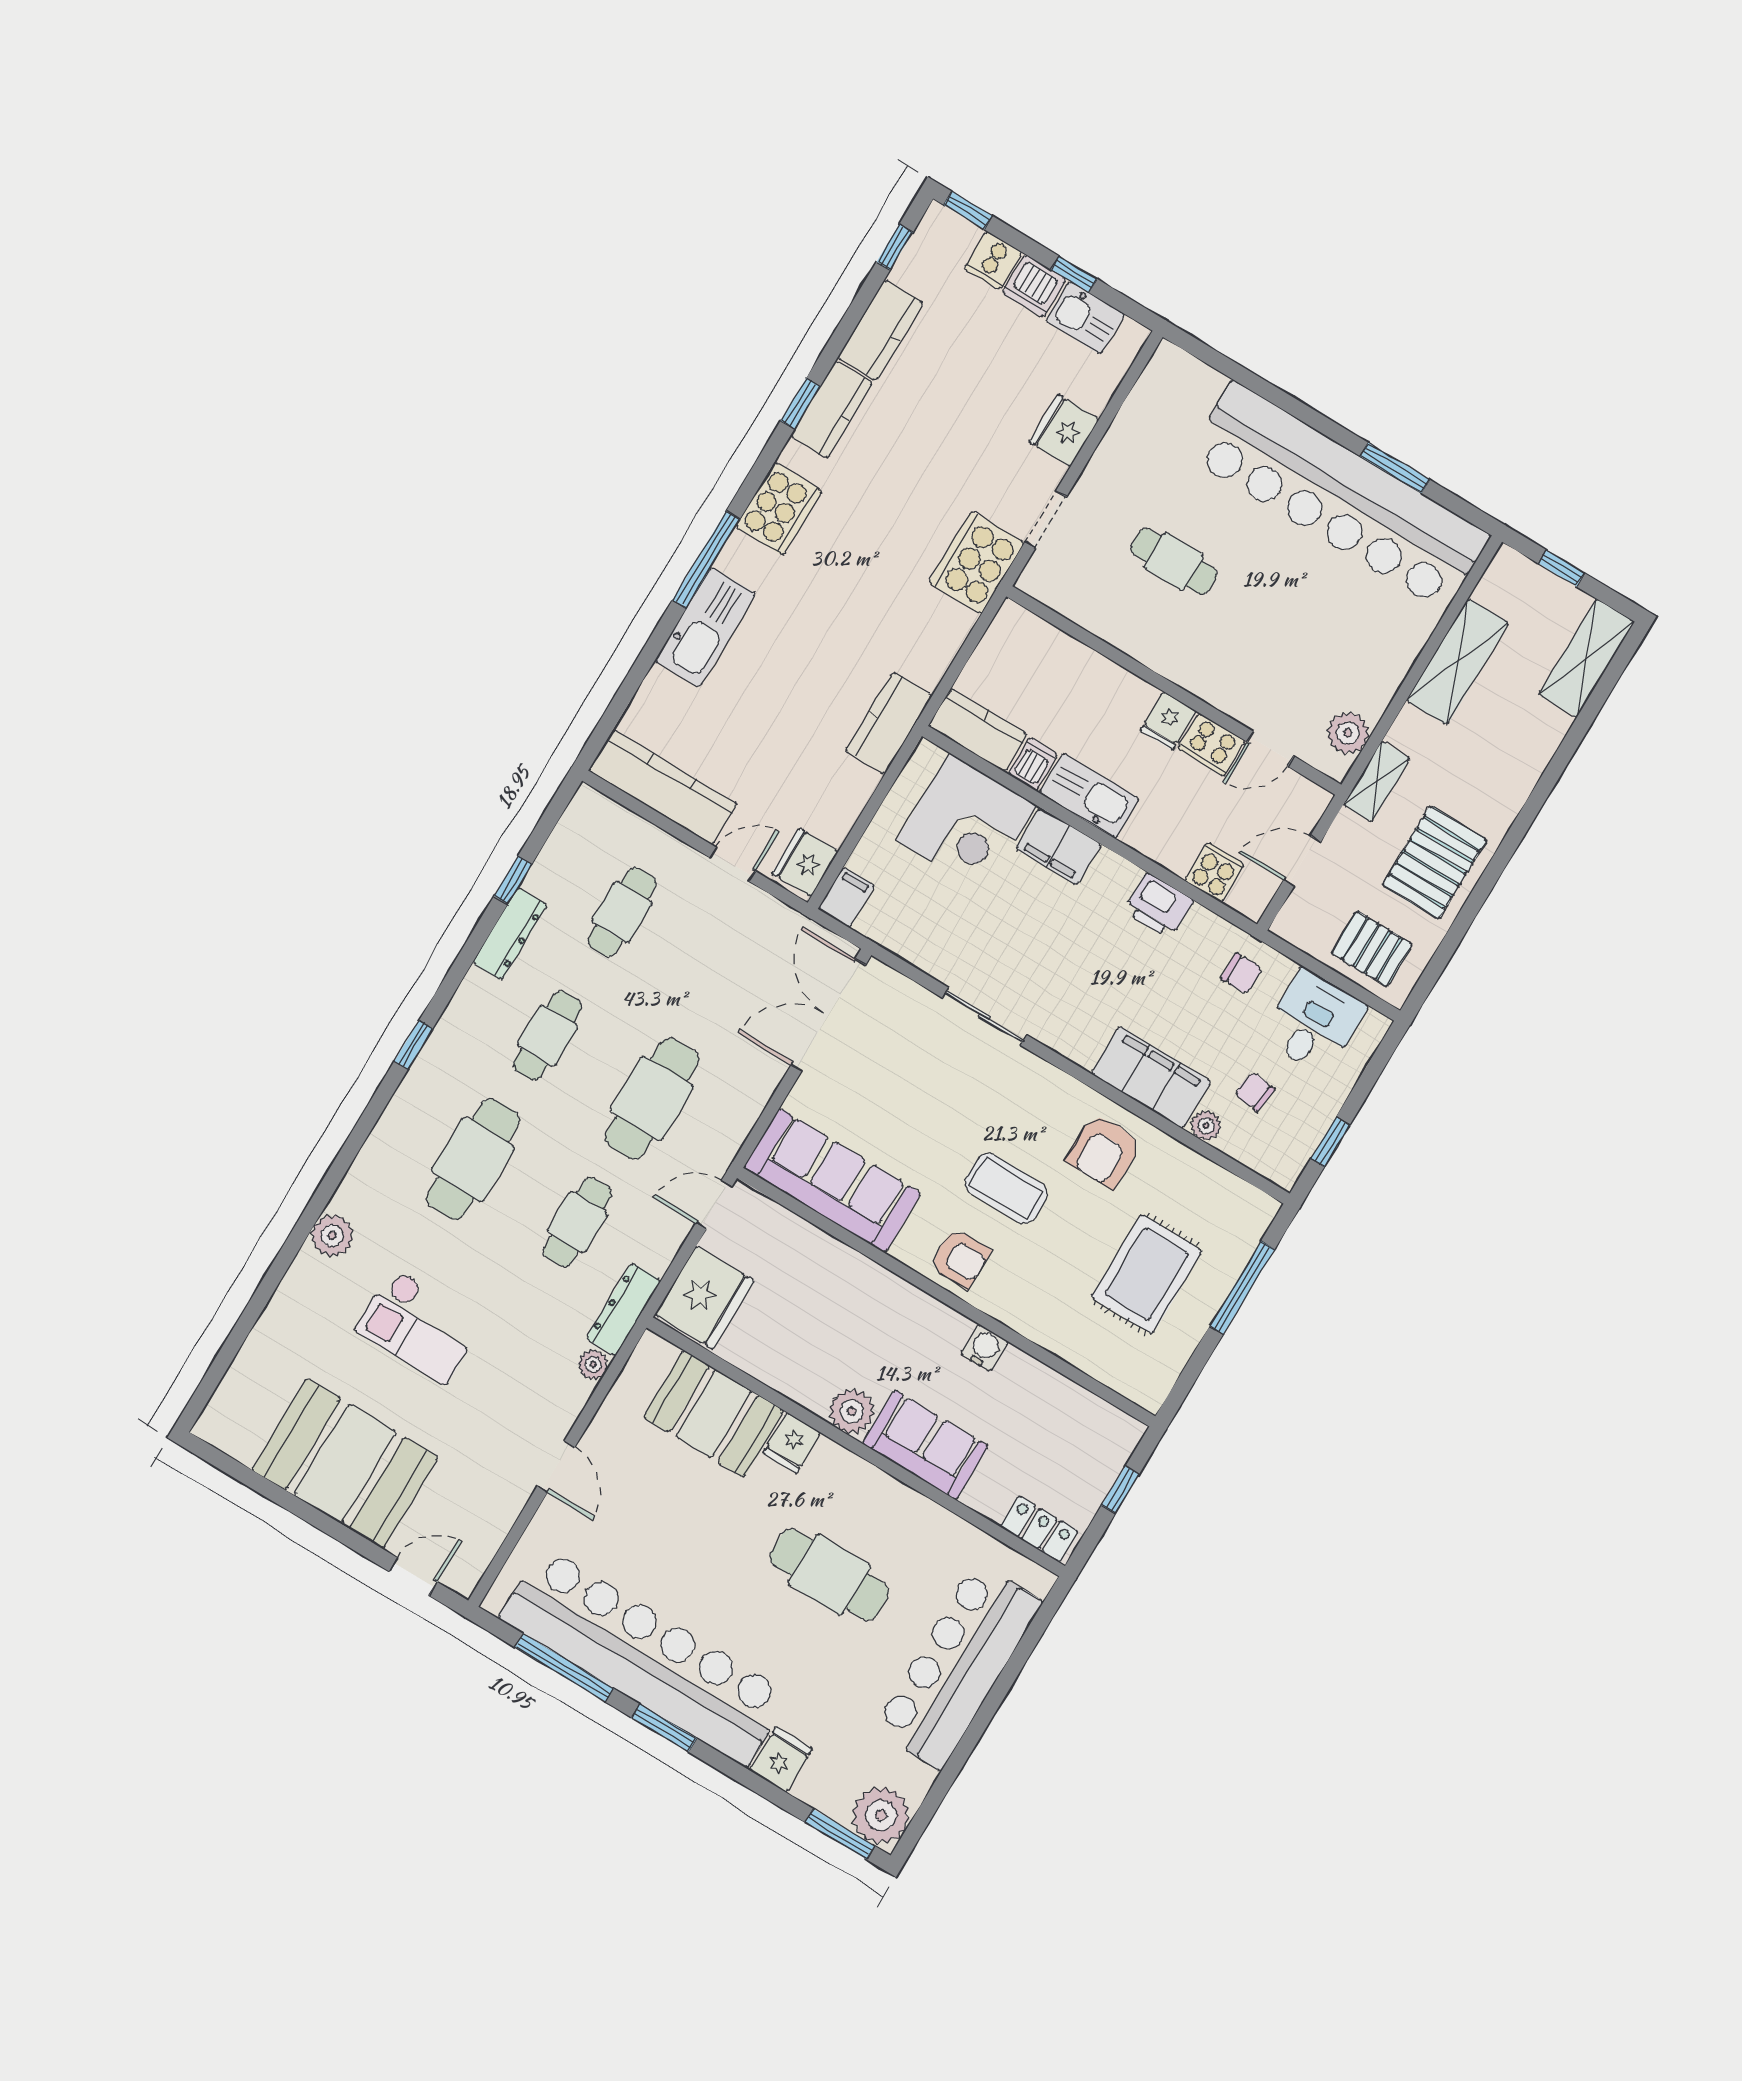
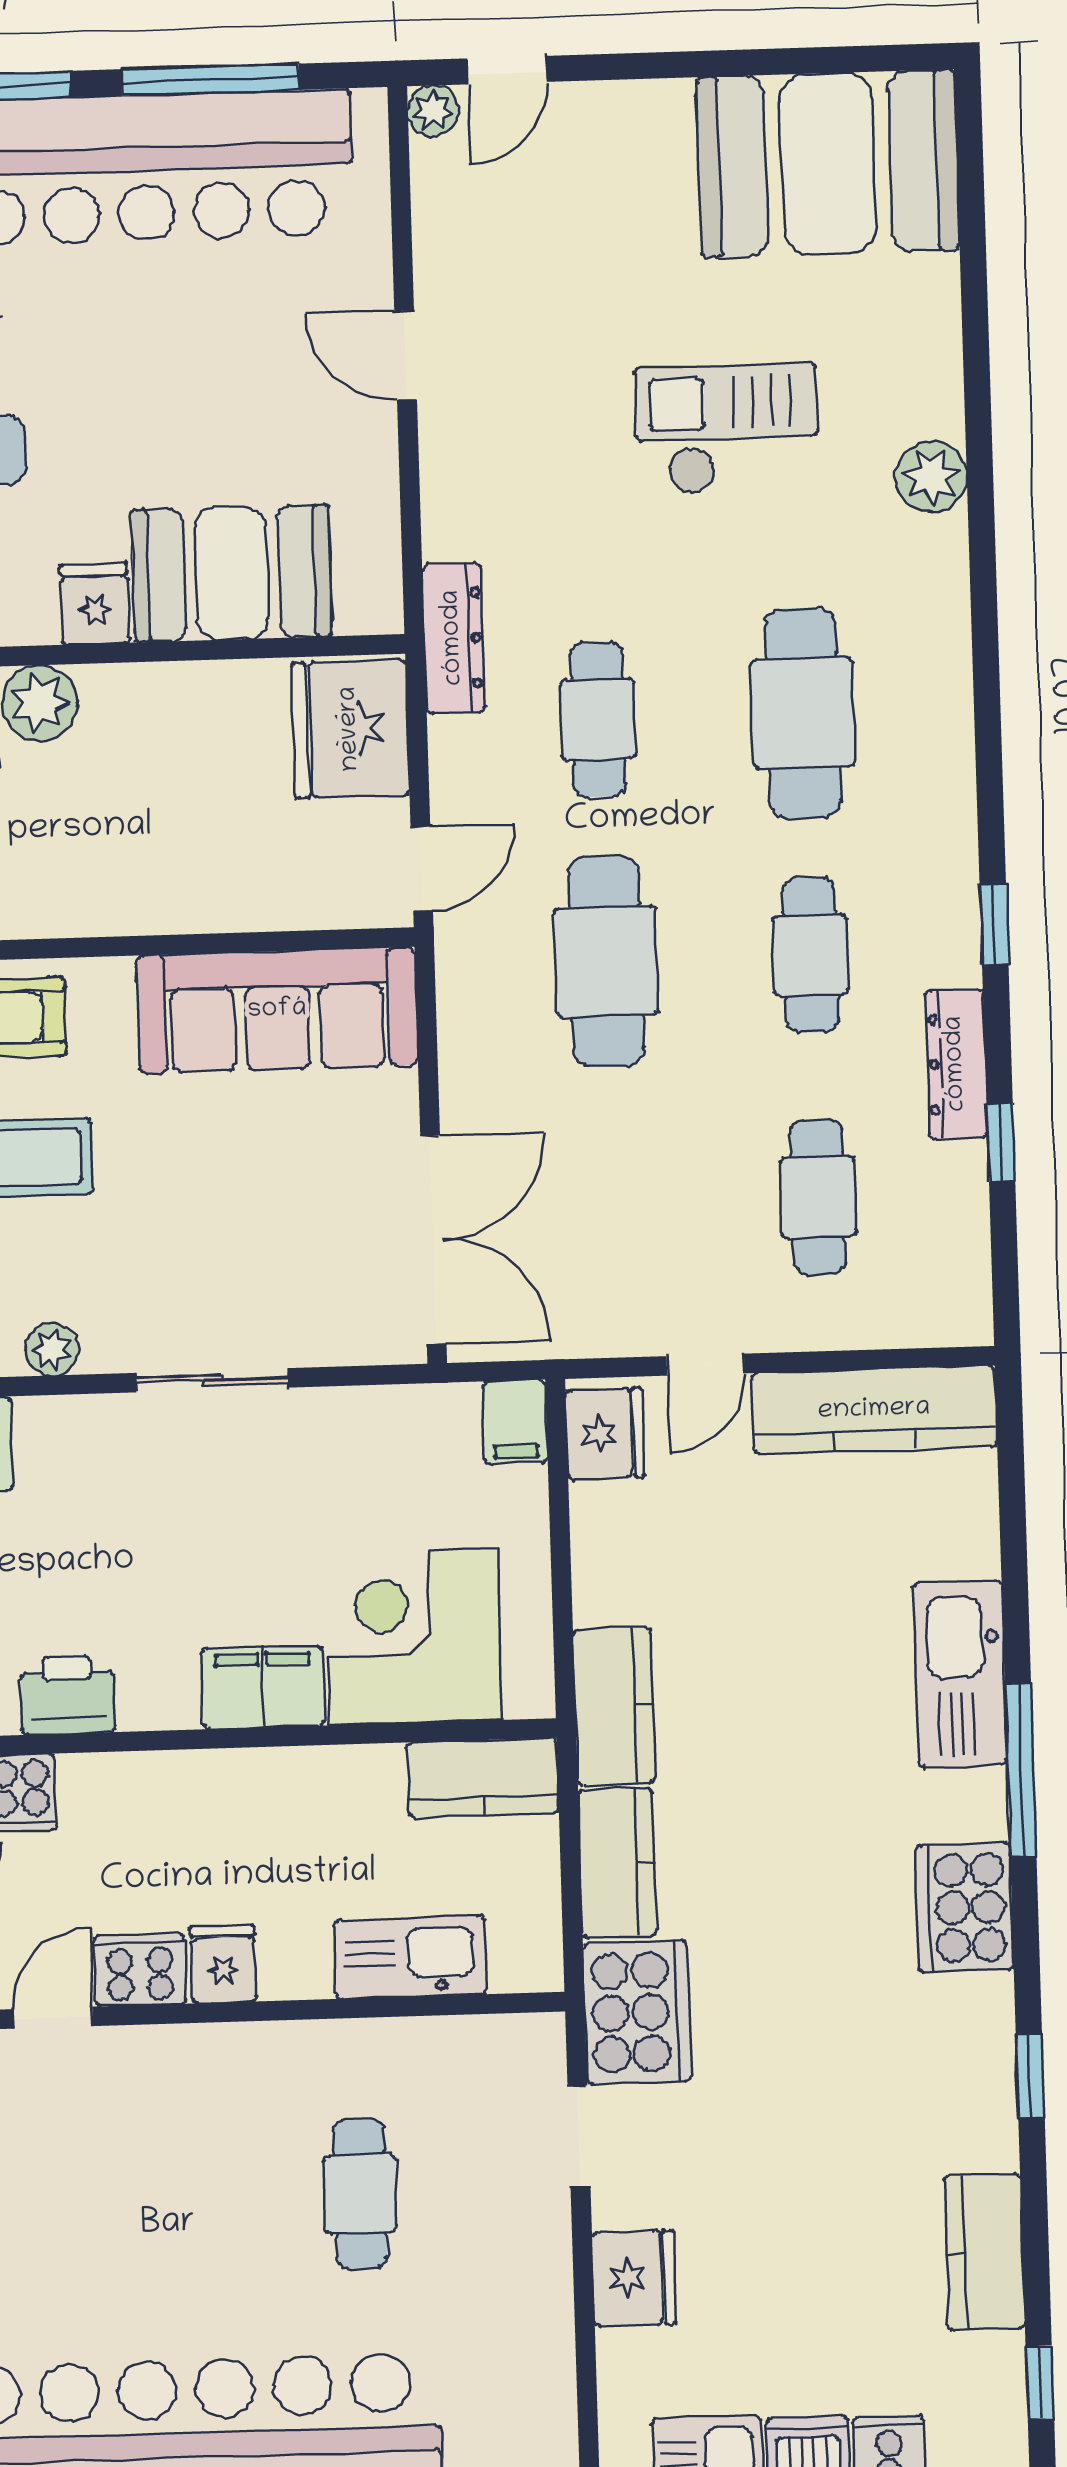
kitchen counter: (832, 409) -> (617, 1863), moved, turned 180
cafe table: (1174, 561) -> (360, 2194), turned 90
dishwasher: (1033, 764) -> (374, 1780), removed
kitchen sink: (1089, 796) -> (410, 1957), moved, turned 180
window: (413, 1045) -> (994, 924), moved
plant: (1055, 1084) -> (52, 1349), added
plant: (593, 1364) -> (433, 111), moved
booth: (345, 1464) -> (828, 164), moved

